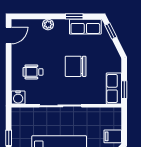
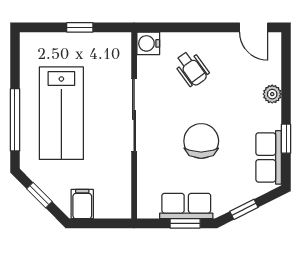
window: (111, 31) -> (244, 209), moved
wheelchair: (33, 72) -> (192, 69), turned 144
row of seats: (114, 89) -> (186, 206), moved
window: (124, 90) -> (185, 223), moved

